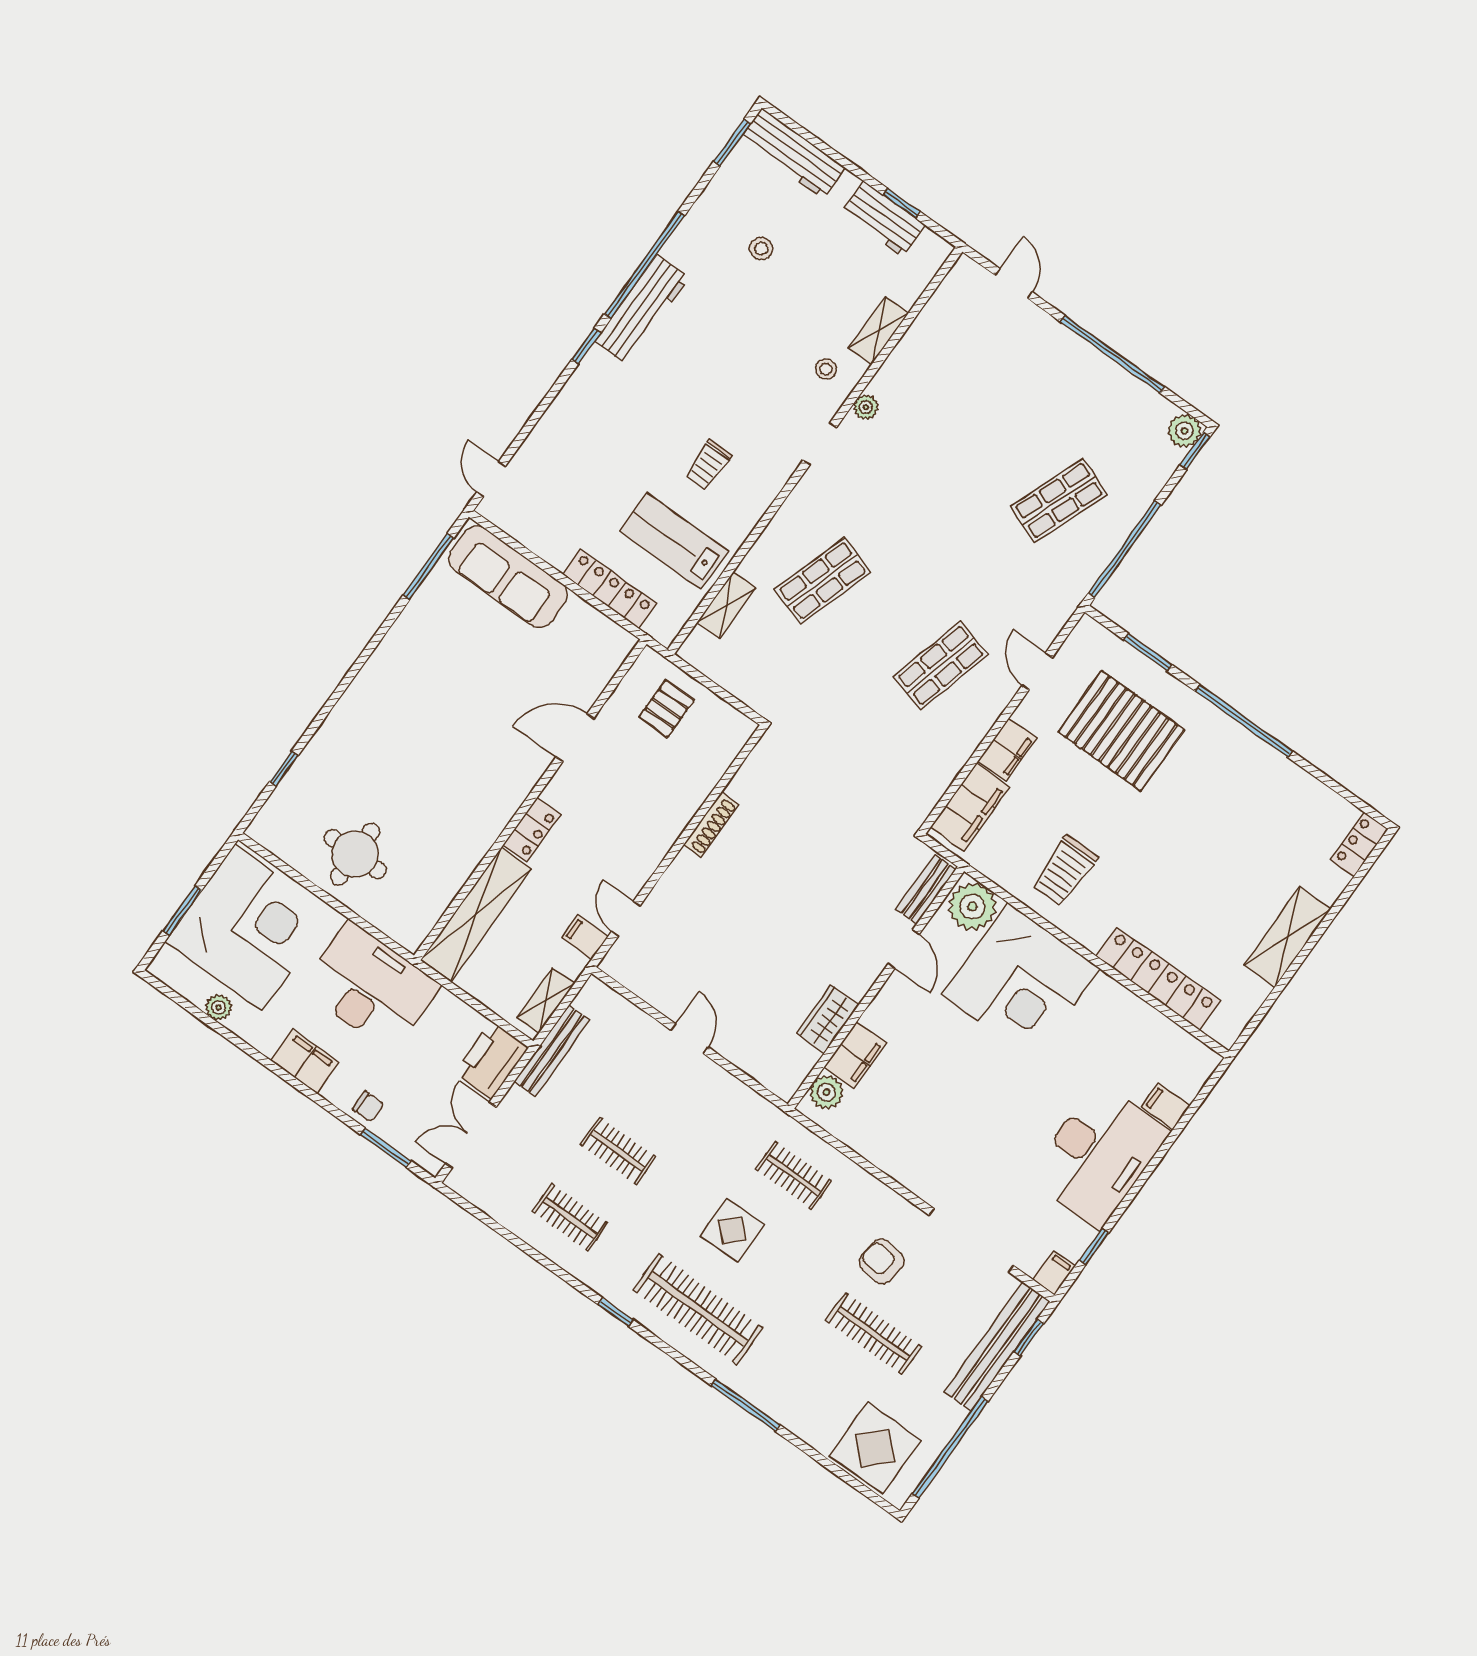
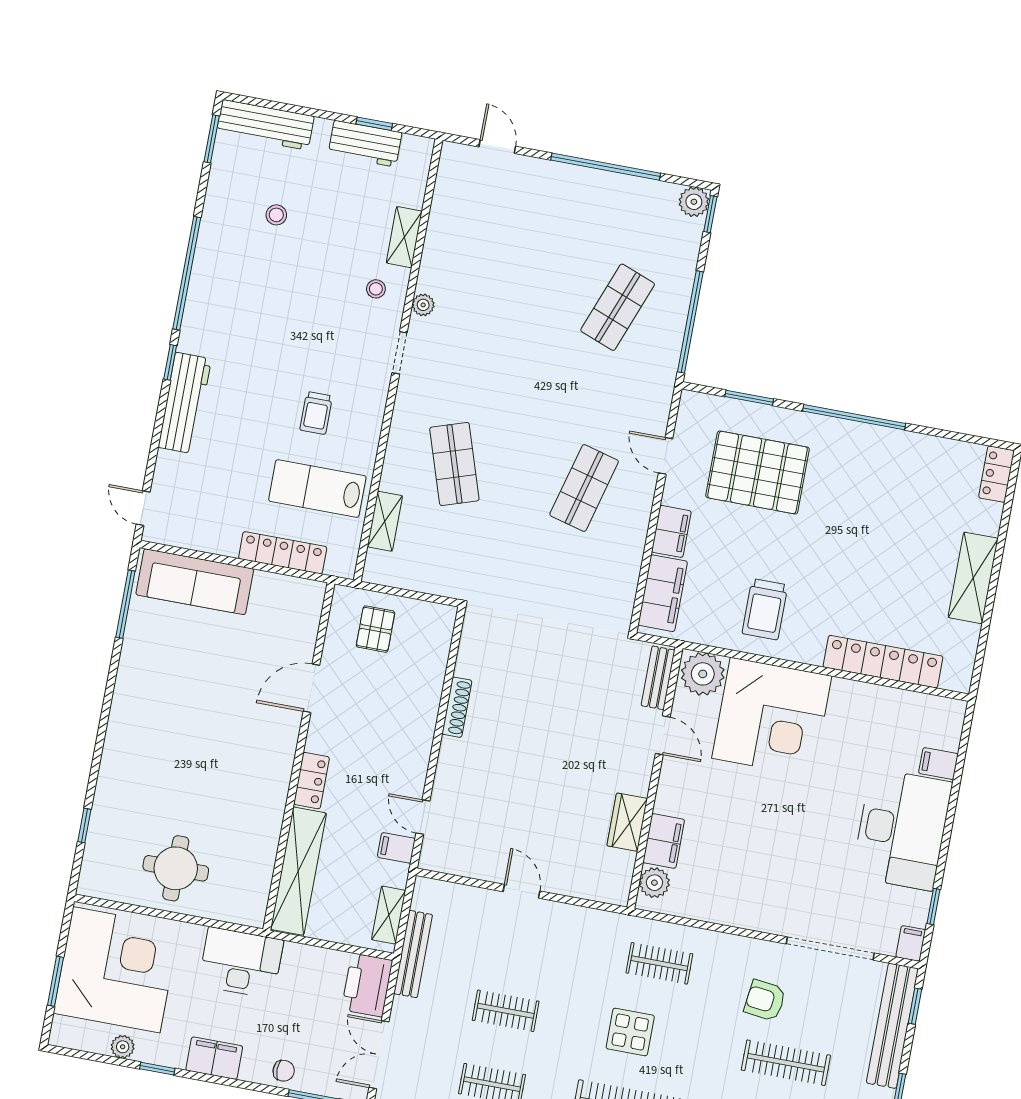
workbench: (642, 309) -> (185, 403), moved
shop shelf: (823, 581) -> (454, 464), turned -36
desk: (370, 987) -> (241, 963), width x0.73, depth x0.77
window: (243, 1045) -> (157, 1069), added

